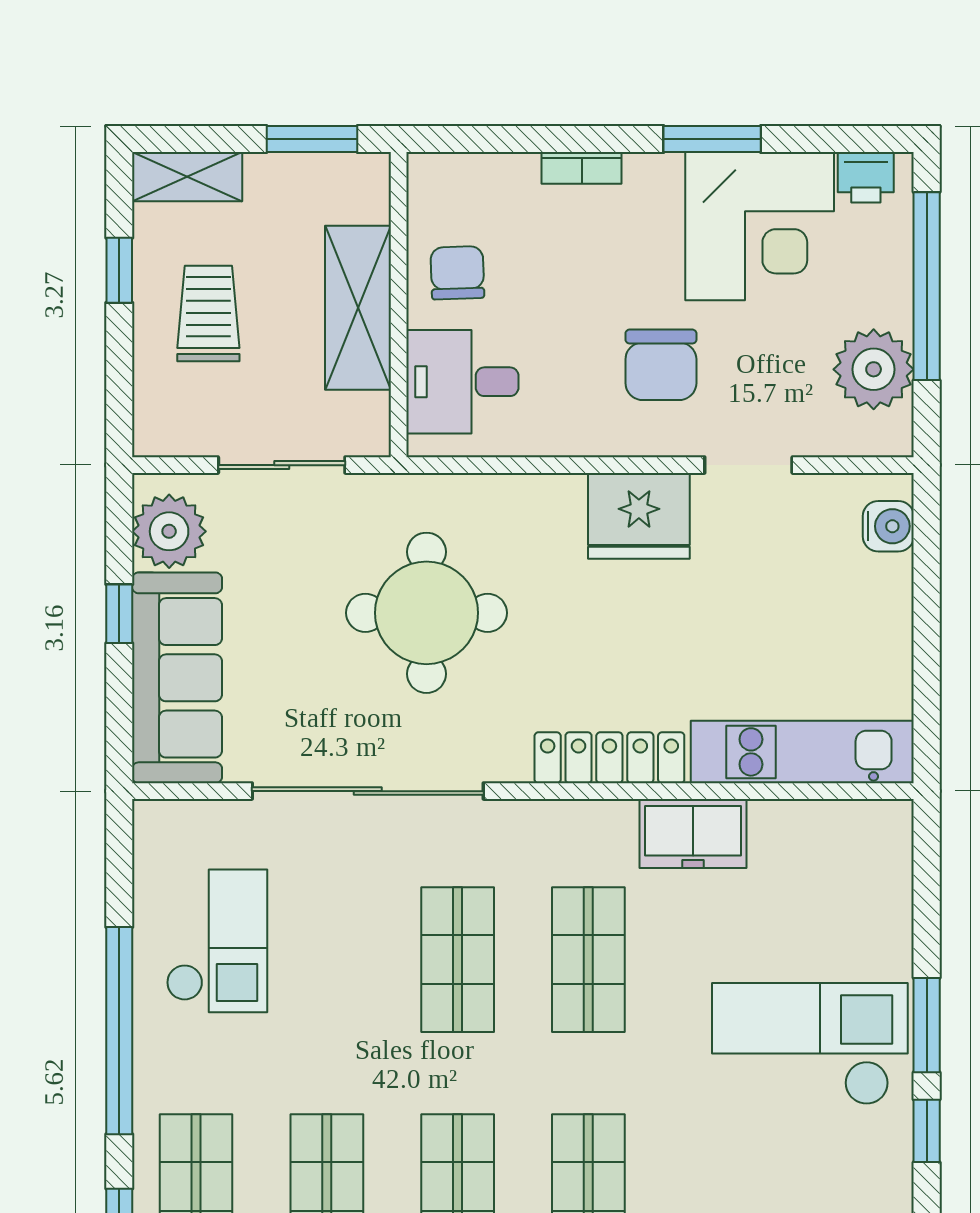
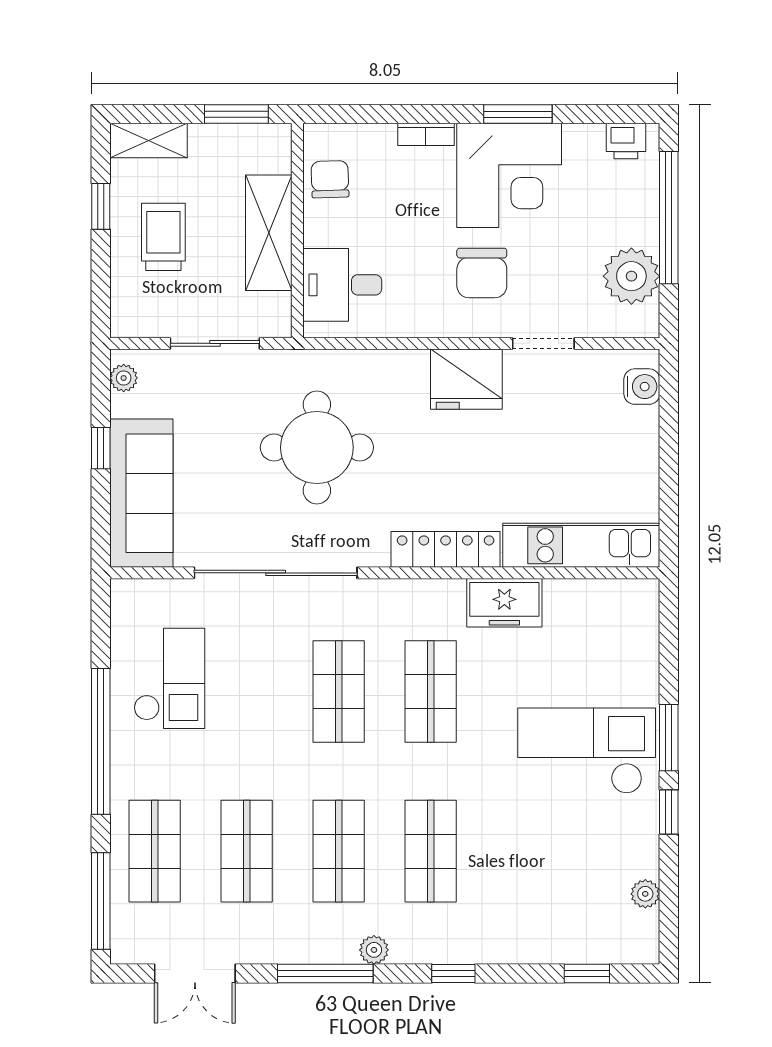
corner desk: (760, 226) -> (509, 175), moved
chair: (457, 273) -> (330, 179), moved
plant: (169, 531) -> (124, 378), width x0.53, depth x0.53

